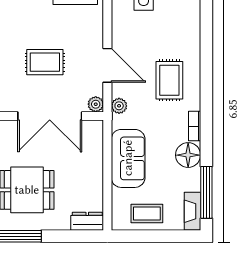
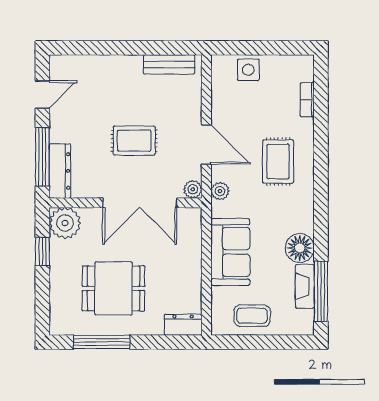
bookcase: (195, 126) -> (307, 100), moved
fireplace: (192, 211) -> (305, 286), moved

